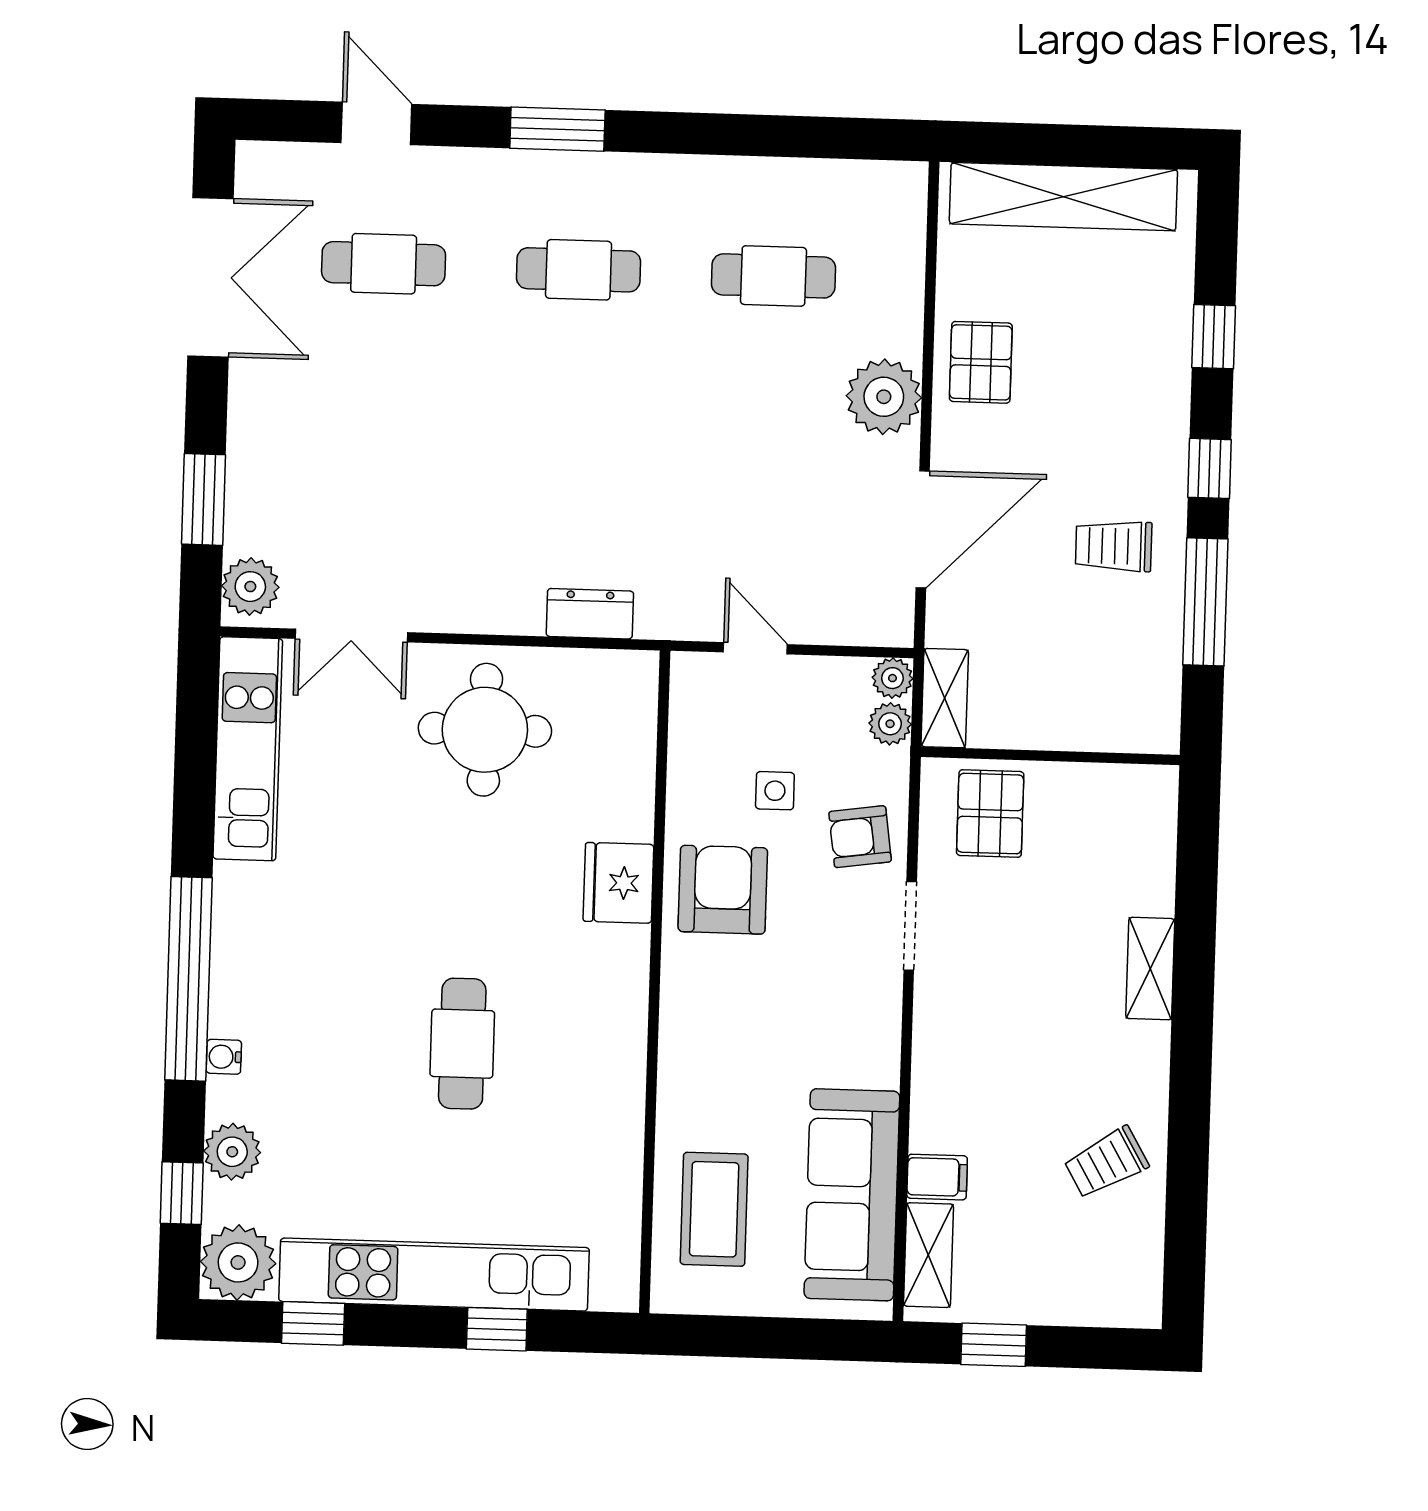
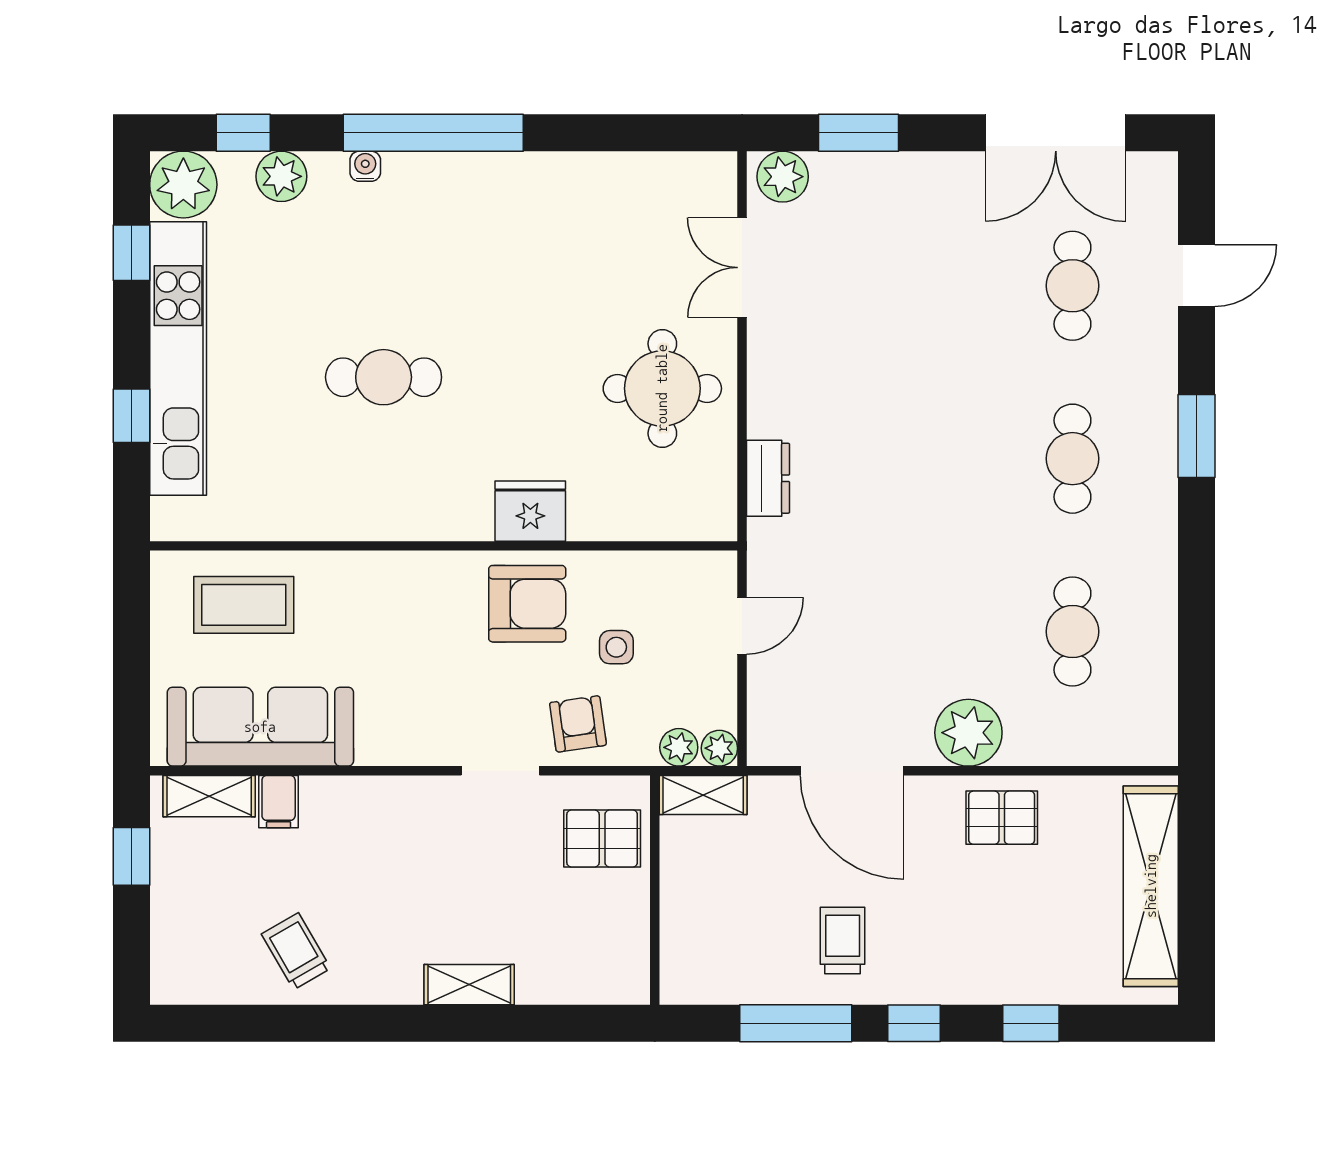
kitchen unit: (248, 749) -> (639, 179), removed

